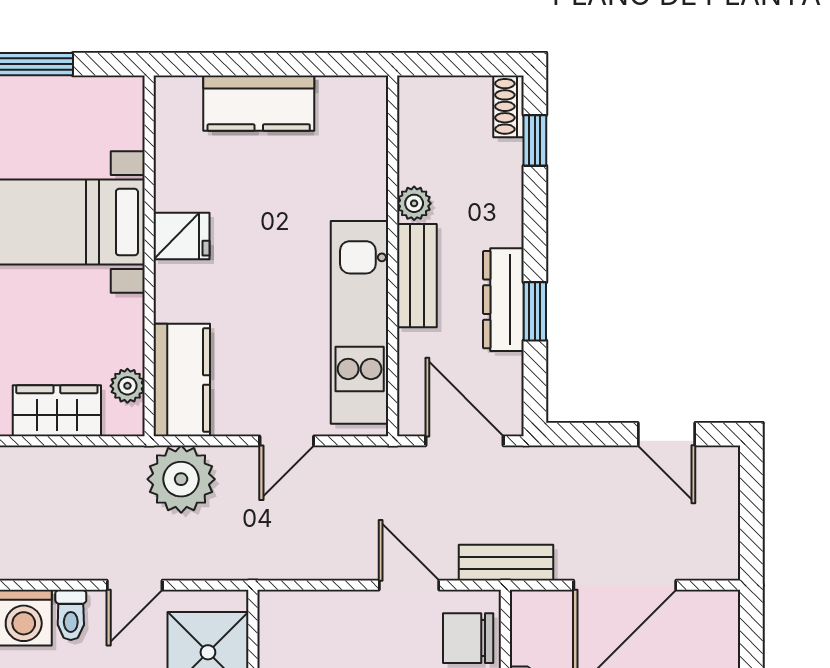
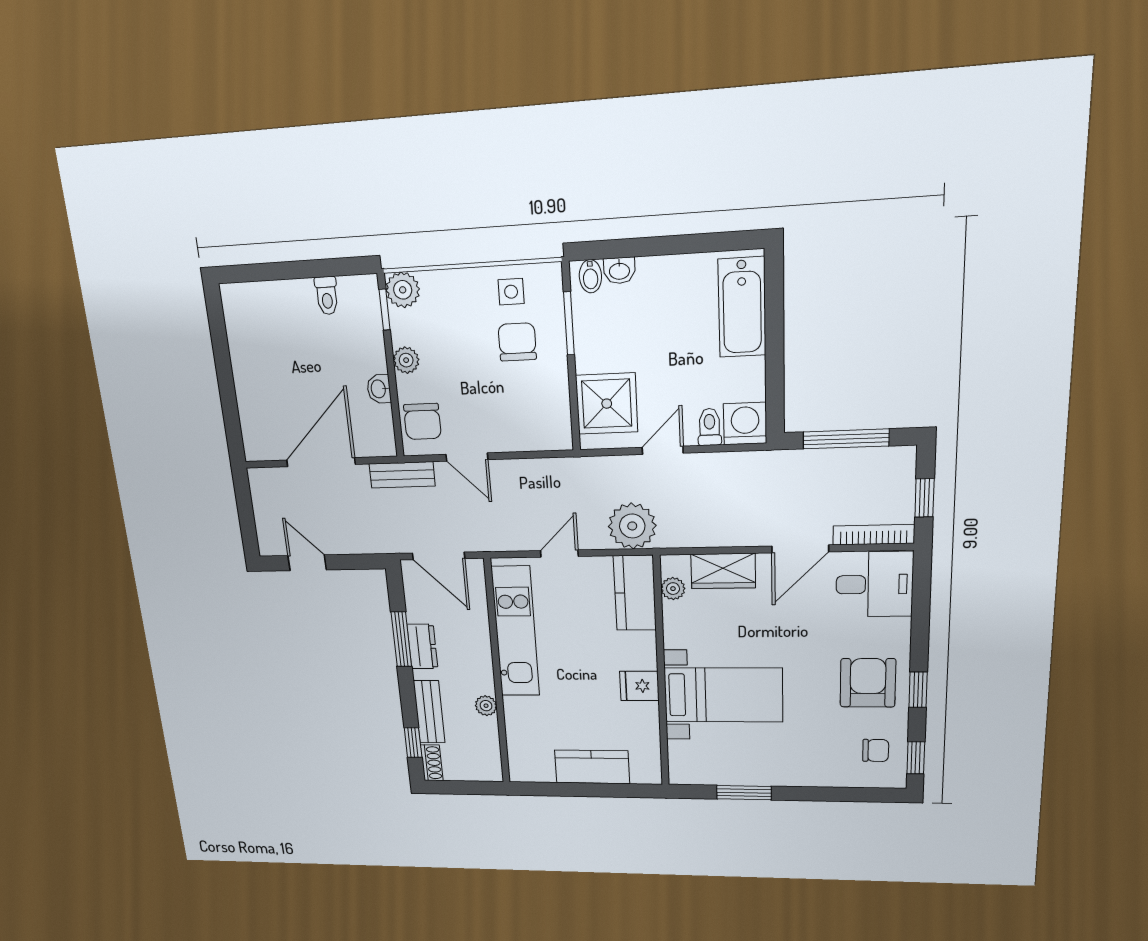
bench: (417, 276) -> (429, 712), moved
dresser: (503, 300) -> (422, 646), width x0.70
window: (535, 311) -> (401, 639), width x1.50
chair: (468, 638) -> (422, 421), turned 90

